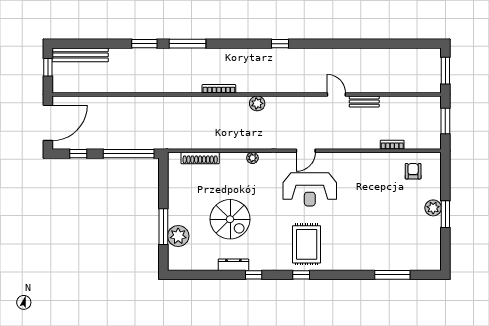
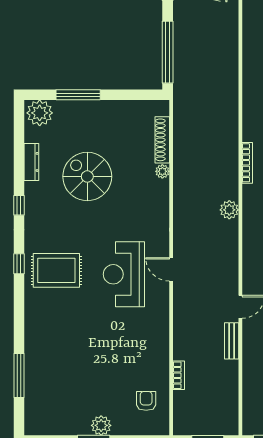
plant: (252, 158) -> (162, 171), moved
armchair: (413, 171) -> (146, 401), turned -90
spiral stairs: (230, 219) -> (87, 176), turned 90
plant: (178, 236) -> (40, 113), moved
dresser: (233, 265) -> (31, 162), moved

